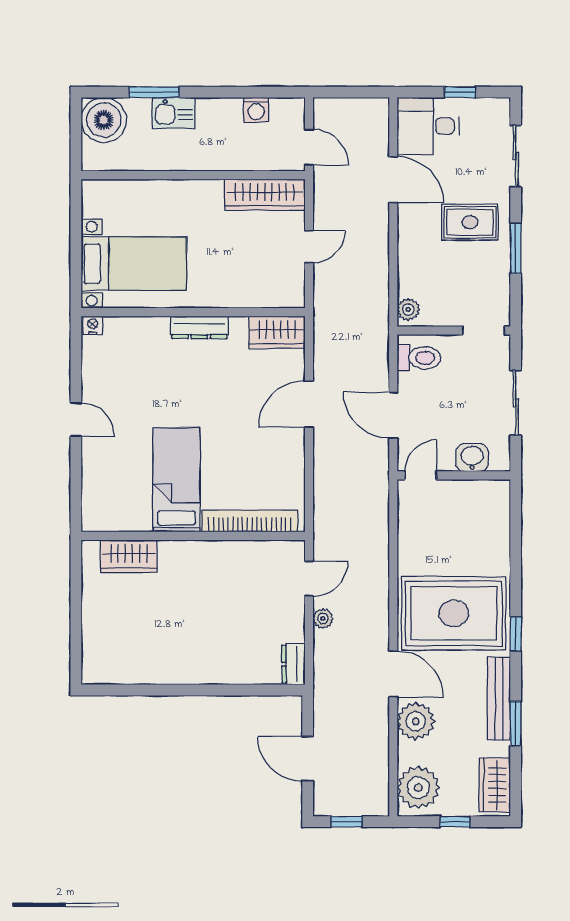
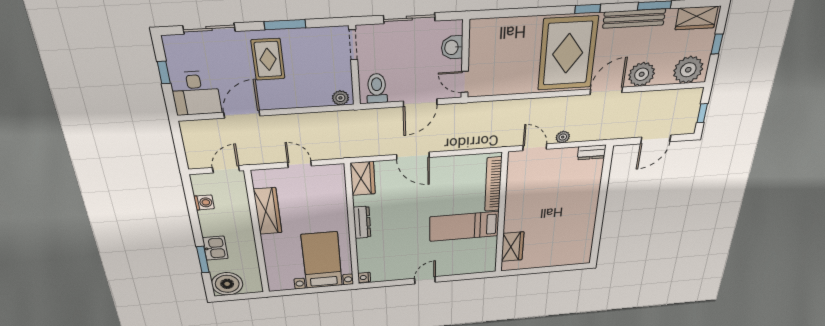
wardrobe: (265, 195) -> (268, 211), moved

